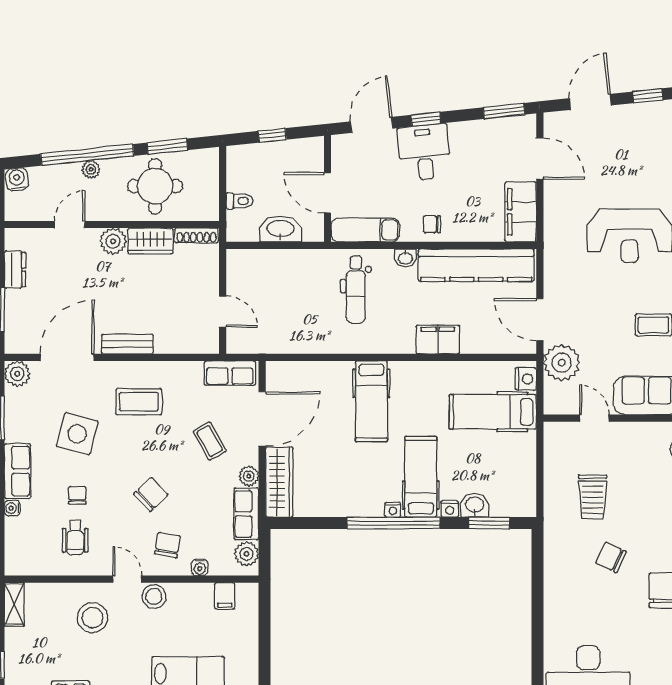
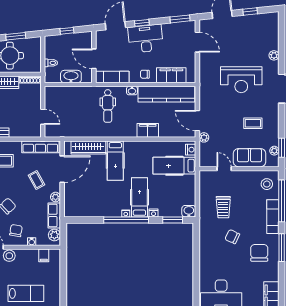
desk: (424, 152) -> (146, 39), width x1.37
filing cabinet: (521, 212) -> (171, 75), moved, turned 90
plant: (562, 363) -> (204, 137), width x0.53, depth x0.53
row of seats: (230, 373) -> (40, 147), width x1.48
wardrobe: (279, 482) -> (88, 147), moved, turned 90
washbasin: (475, 505) -> (189, 211), moved

